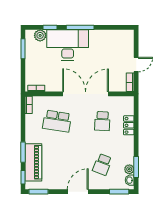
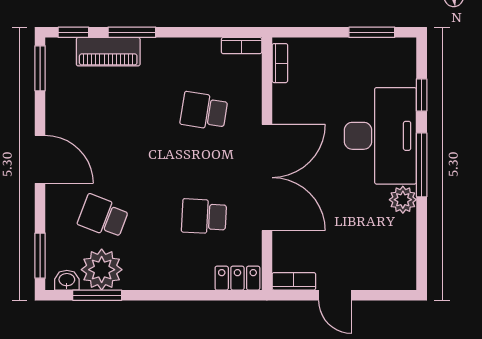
plant: (40, 35) -> (403, 200), moved
school desk: (57, 121) -> (204, 111), width x0.54
locker: (129, 125) -> (237, 278), moved
piano: (33, 162) -> (108, 52), width x0.73, depth x0.75
plant: (129, 169) -> (102, 270), width x1.88, depth x1.88

